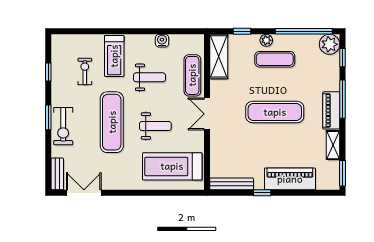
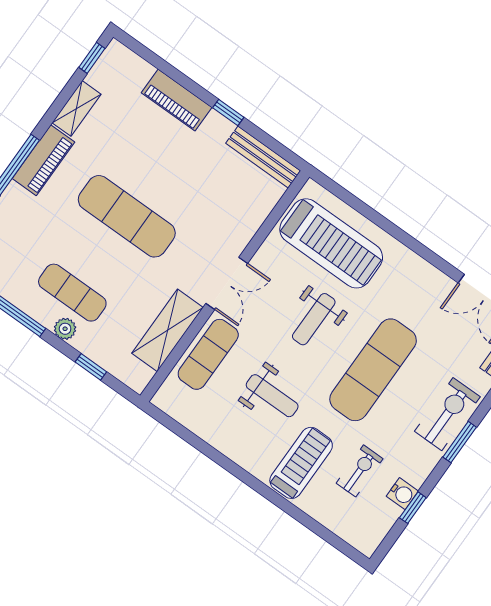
water cooler: (162, 41) -> (402, 494), moved, turned -90
shelving: (219, 56) -> (167, 330), moved
exercise bike: (85, 71) -> (360, 471), turned 180
weight bench: (149, 77) -> (272, 396), turned 180
weight bench: (155, 126) -> (314, 319), turned -90
window: (343, 173) -> (92, 58), width x0.67
piano: (290, 179) -> (177, 100), width x0.73, depth x0.75

